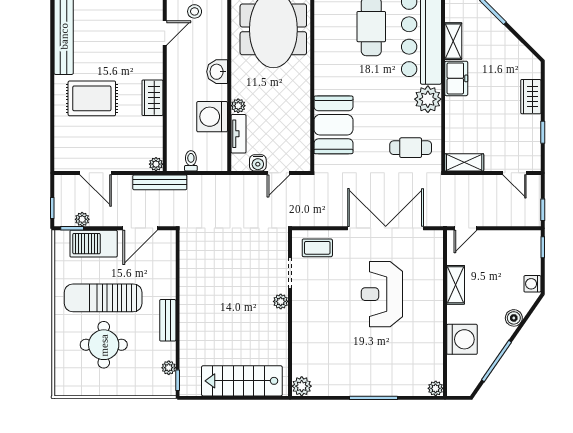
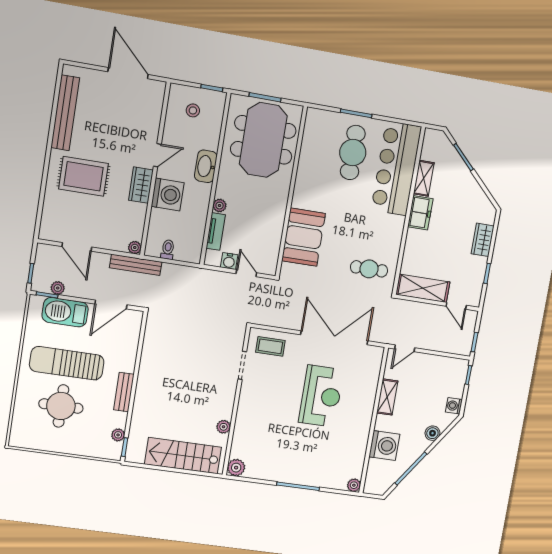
door: (165, 33) -> (157, 155), moved
washbasin: (217, 72) -> (206, 166), width x1.38
plant: (428, 99) -> (392, 227), removed
washing machine: (212, 117) -> (168, 195), moved, turned 180
shelving: (464, 162) -> (423, 288), width x1.50, depth x1.33
door: (278, 173) -> (246, 273), swing flipped
reception desk: (382, 294) -> (321, 396), turned 180
plant: (281, 301) -> (224, 427), moved

